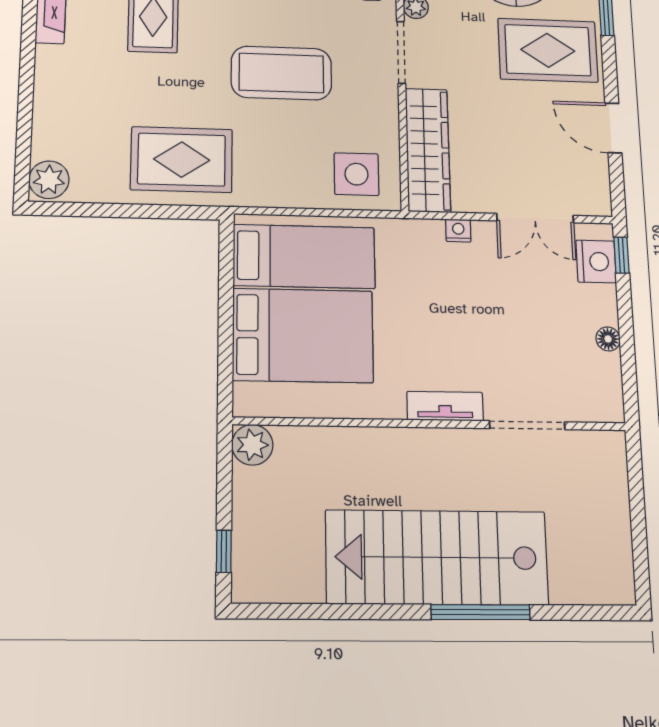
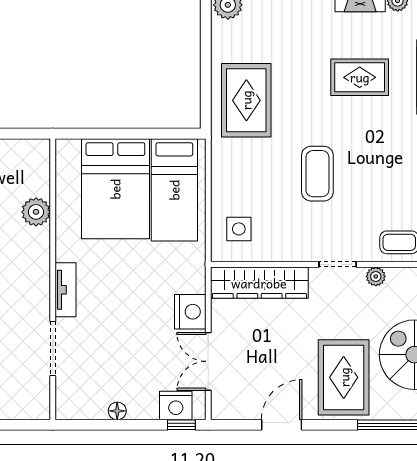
doorway: (401, 52) -> (338, 264), width x0.73
coffee table: (281, 73) -> (317, 174), width x0.73, depth x0.76
side table: (356, 174) -> (239, 229), width x0.73, depth x0.73
nightstand: (458, 231) -> (190, 312), width x1.89, depth x1.79
plant: (252, 445) -> (36, 212), moved

